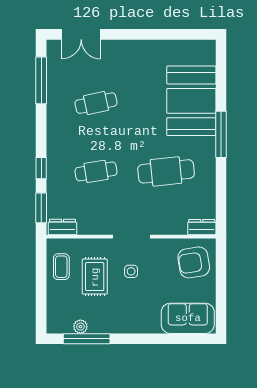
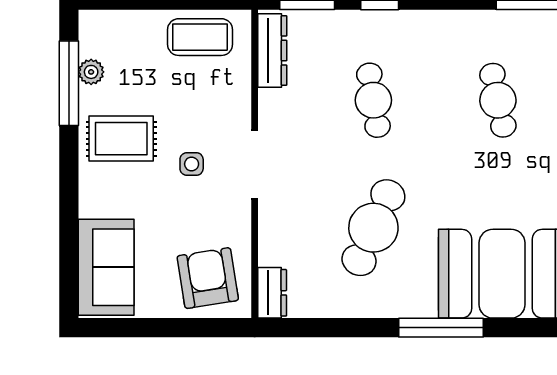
cafe table: (166, 171) -> (373, 228), turned 30
dresser: (63, 227) -> (272, 50), width x1.44
coffee table: (61, 267) -> (200, 37), width x1.36, depth x1.30
rug: (95, 277) -> (121, 139), moved

